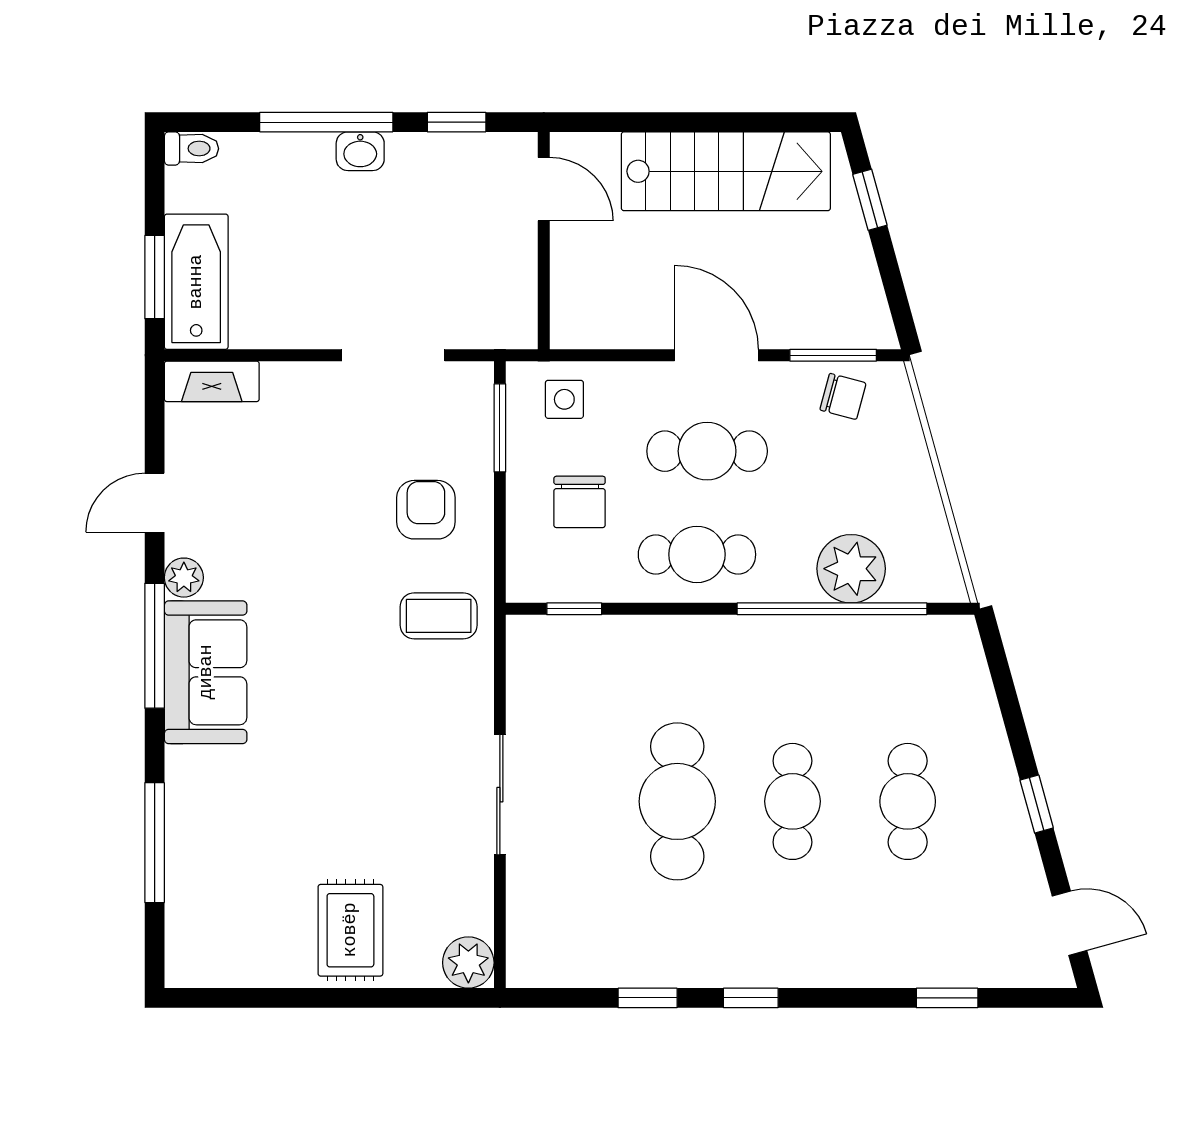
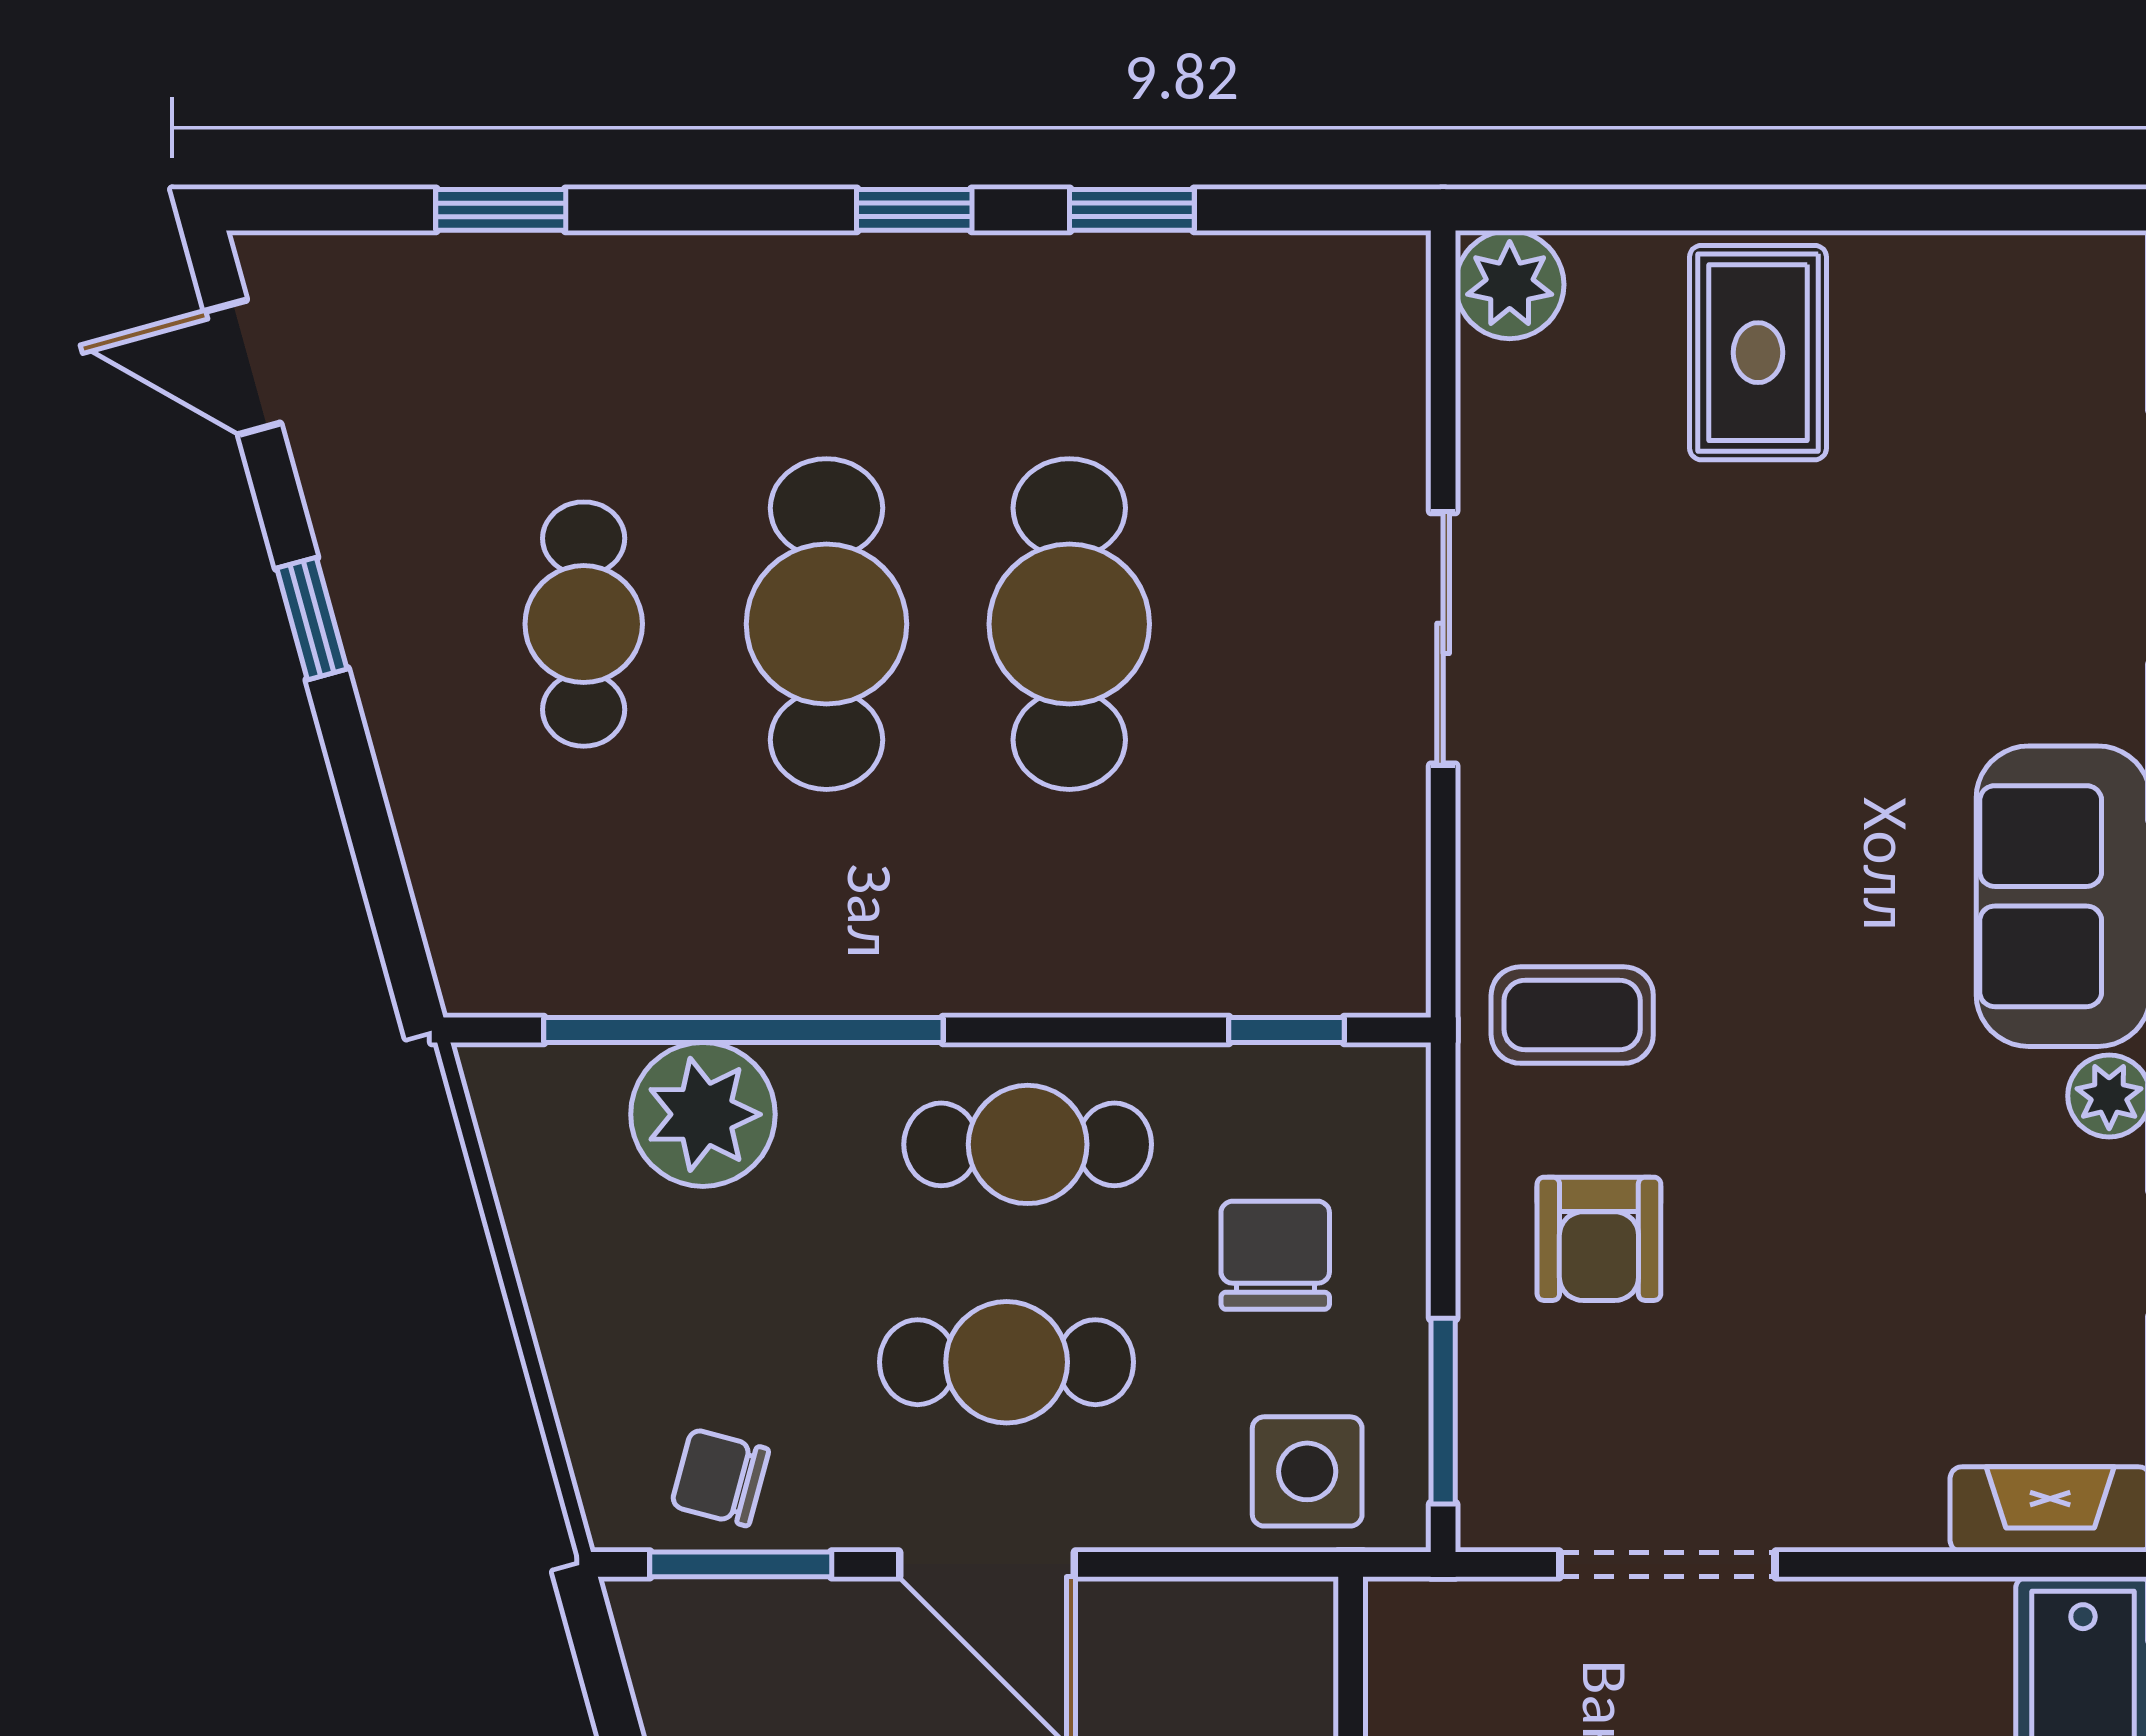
side table: (564, 399) -> (1307, 1471), width x1.37, depth x1.37
cafe table: (792, 801) -> (826, 624), width x1.37, depth x1.35

